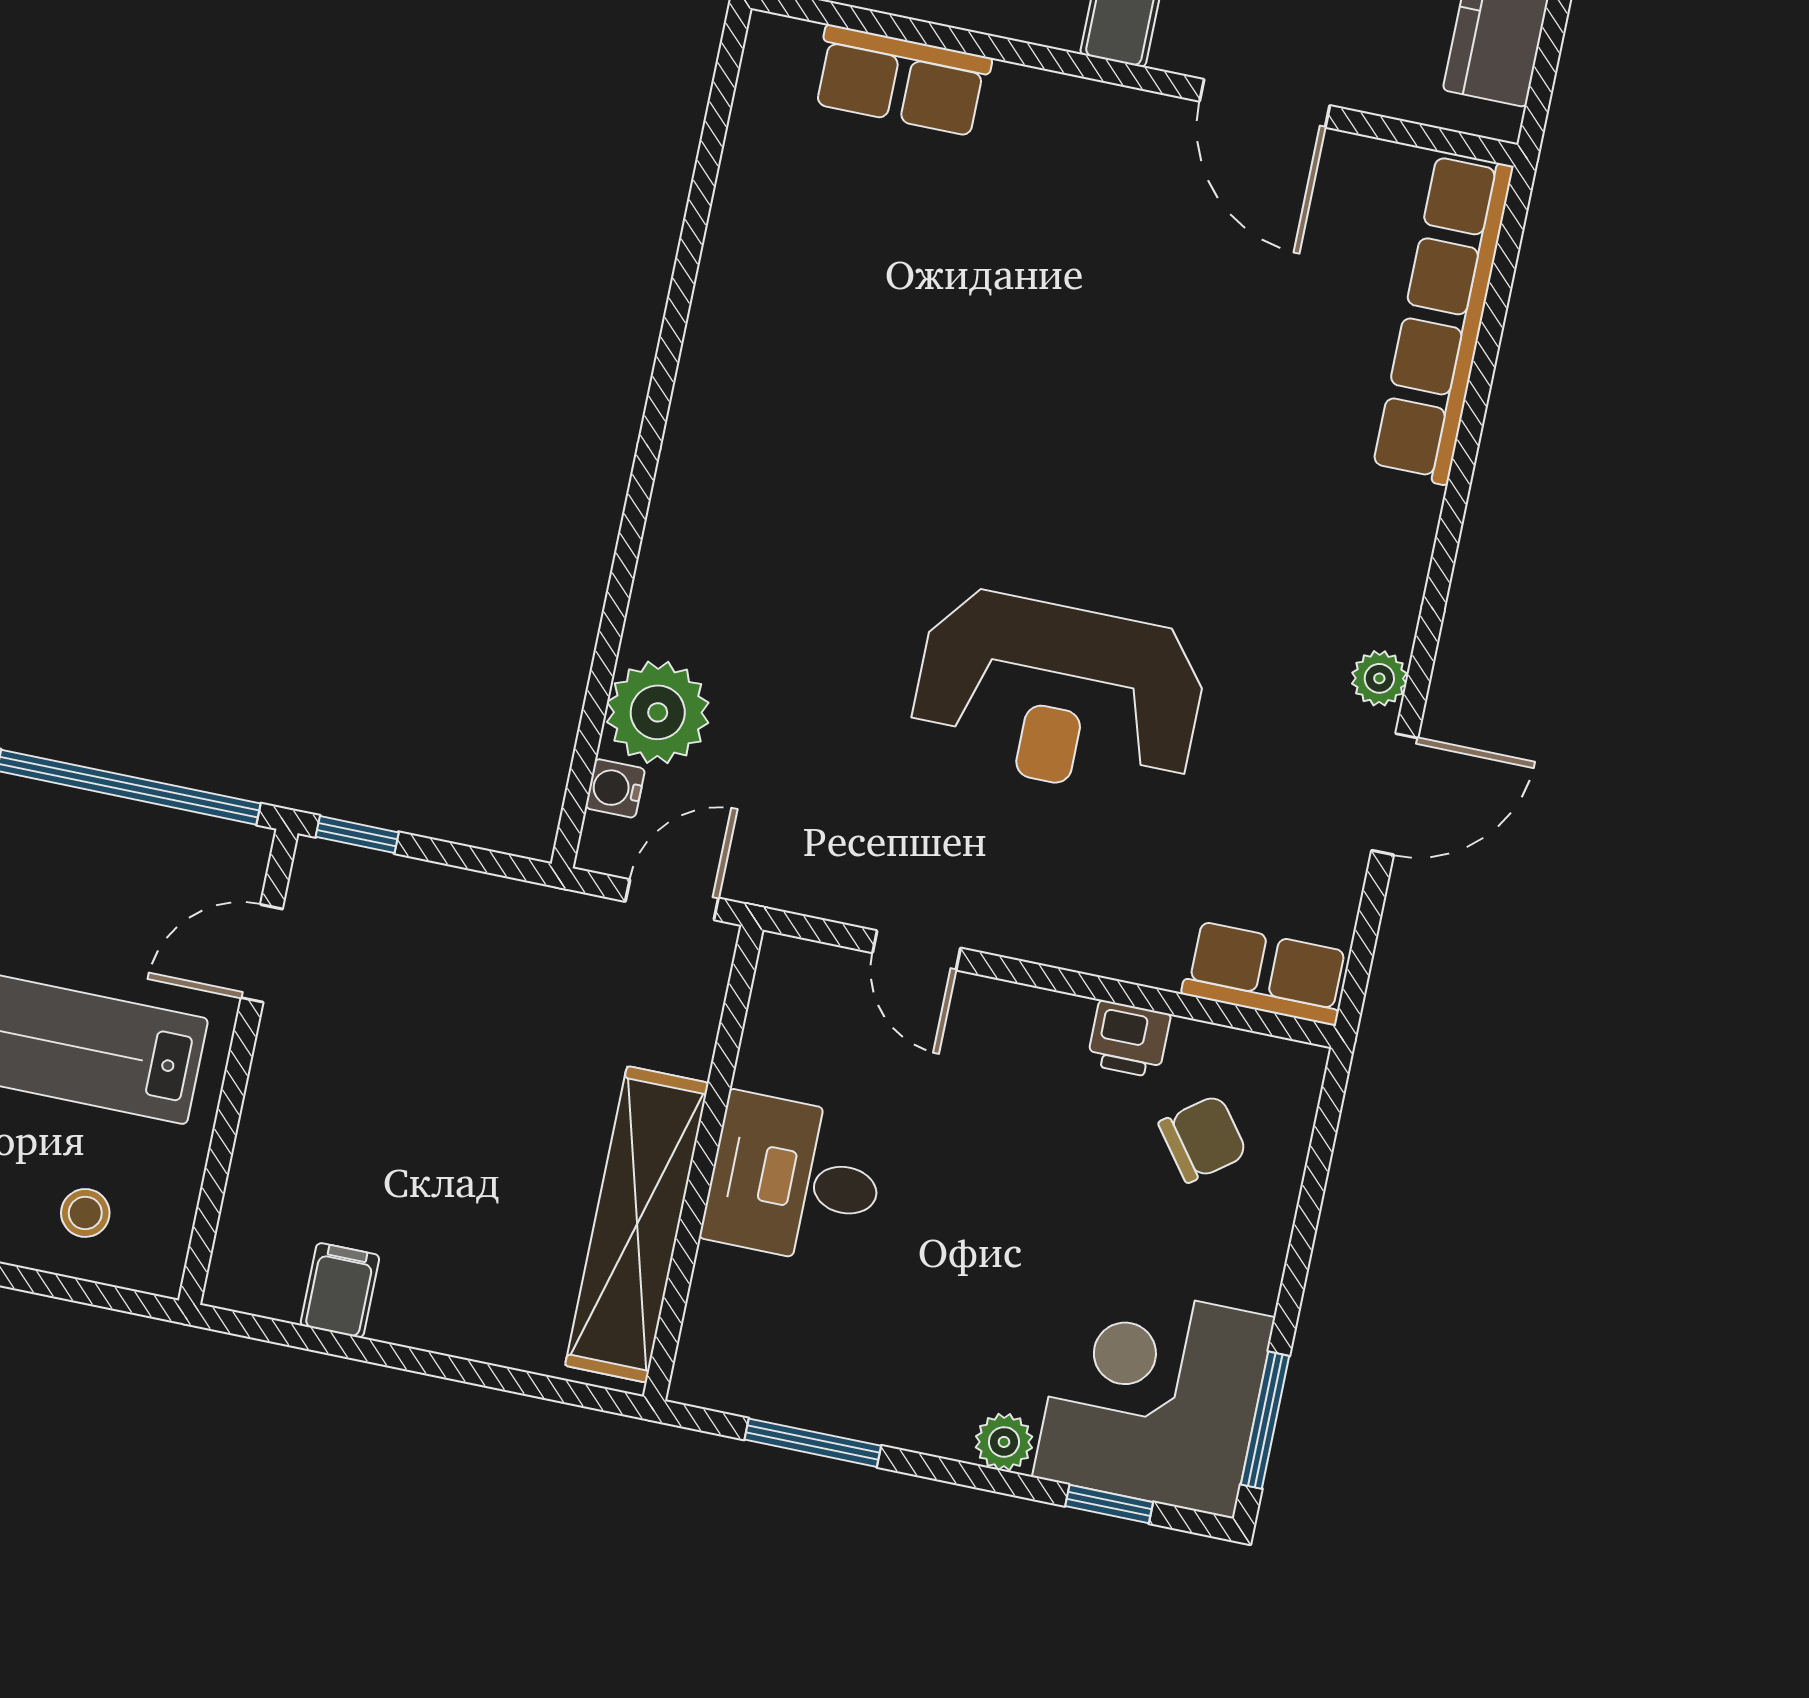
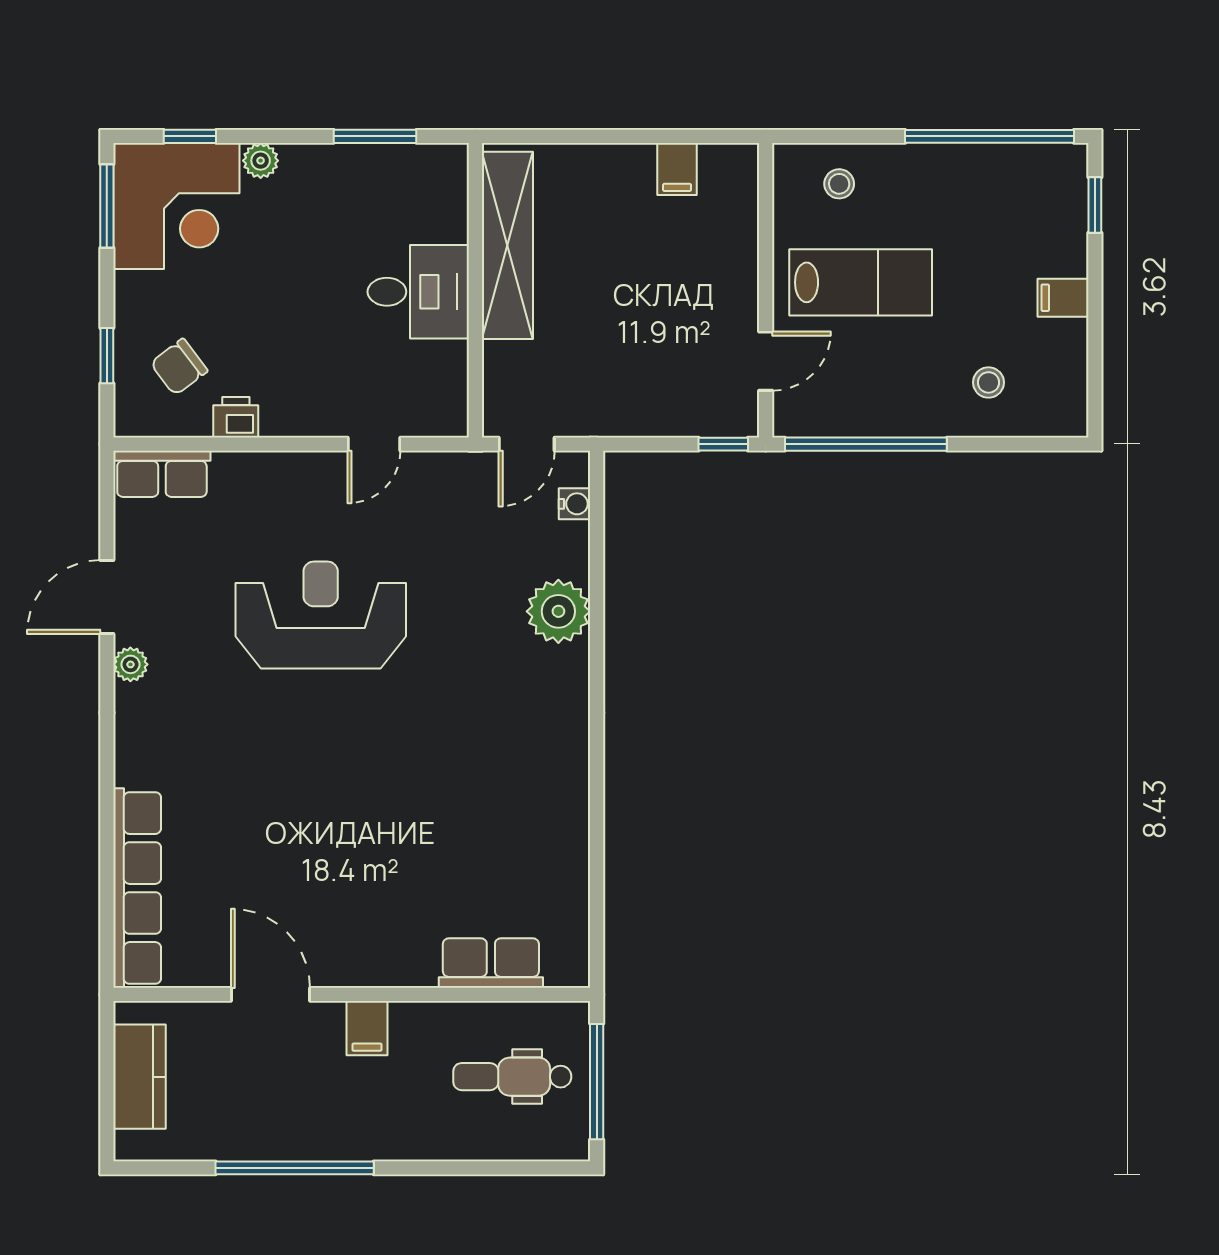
plant: (658, 712) -> (558, 611), moved
door: (916, 950) -> (374, 444), swing flipped
window: (1315, 1181) -> (107, 356), added

